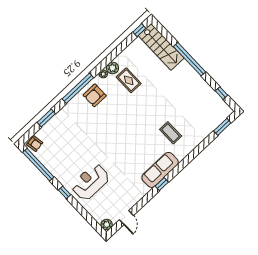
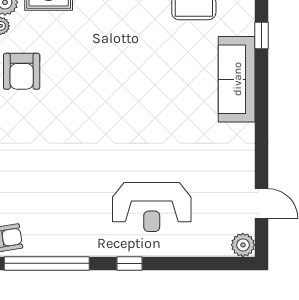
reception desk: (90, 182) -> (152, 207), turned -90
window: (162, 184) -> (261, 35), moved

